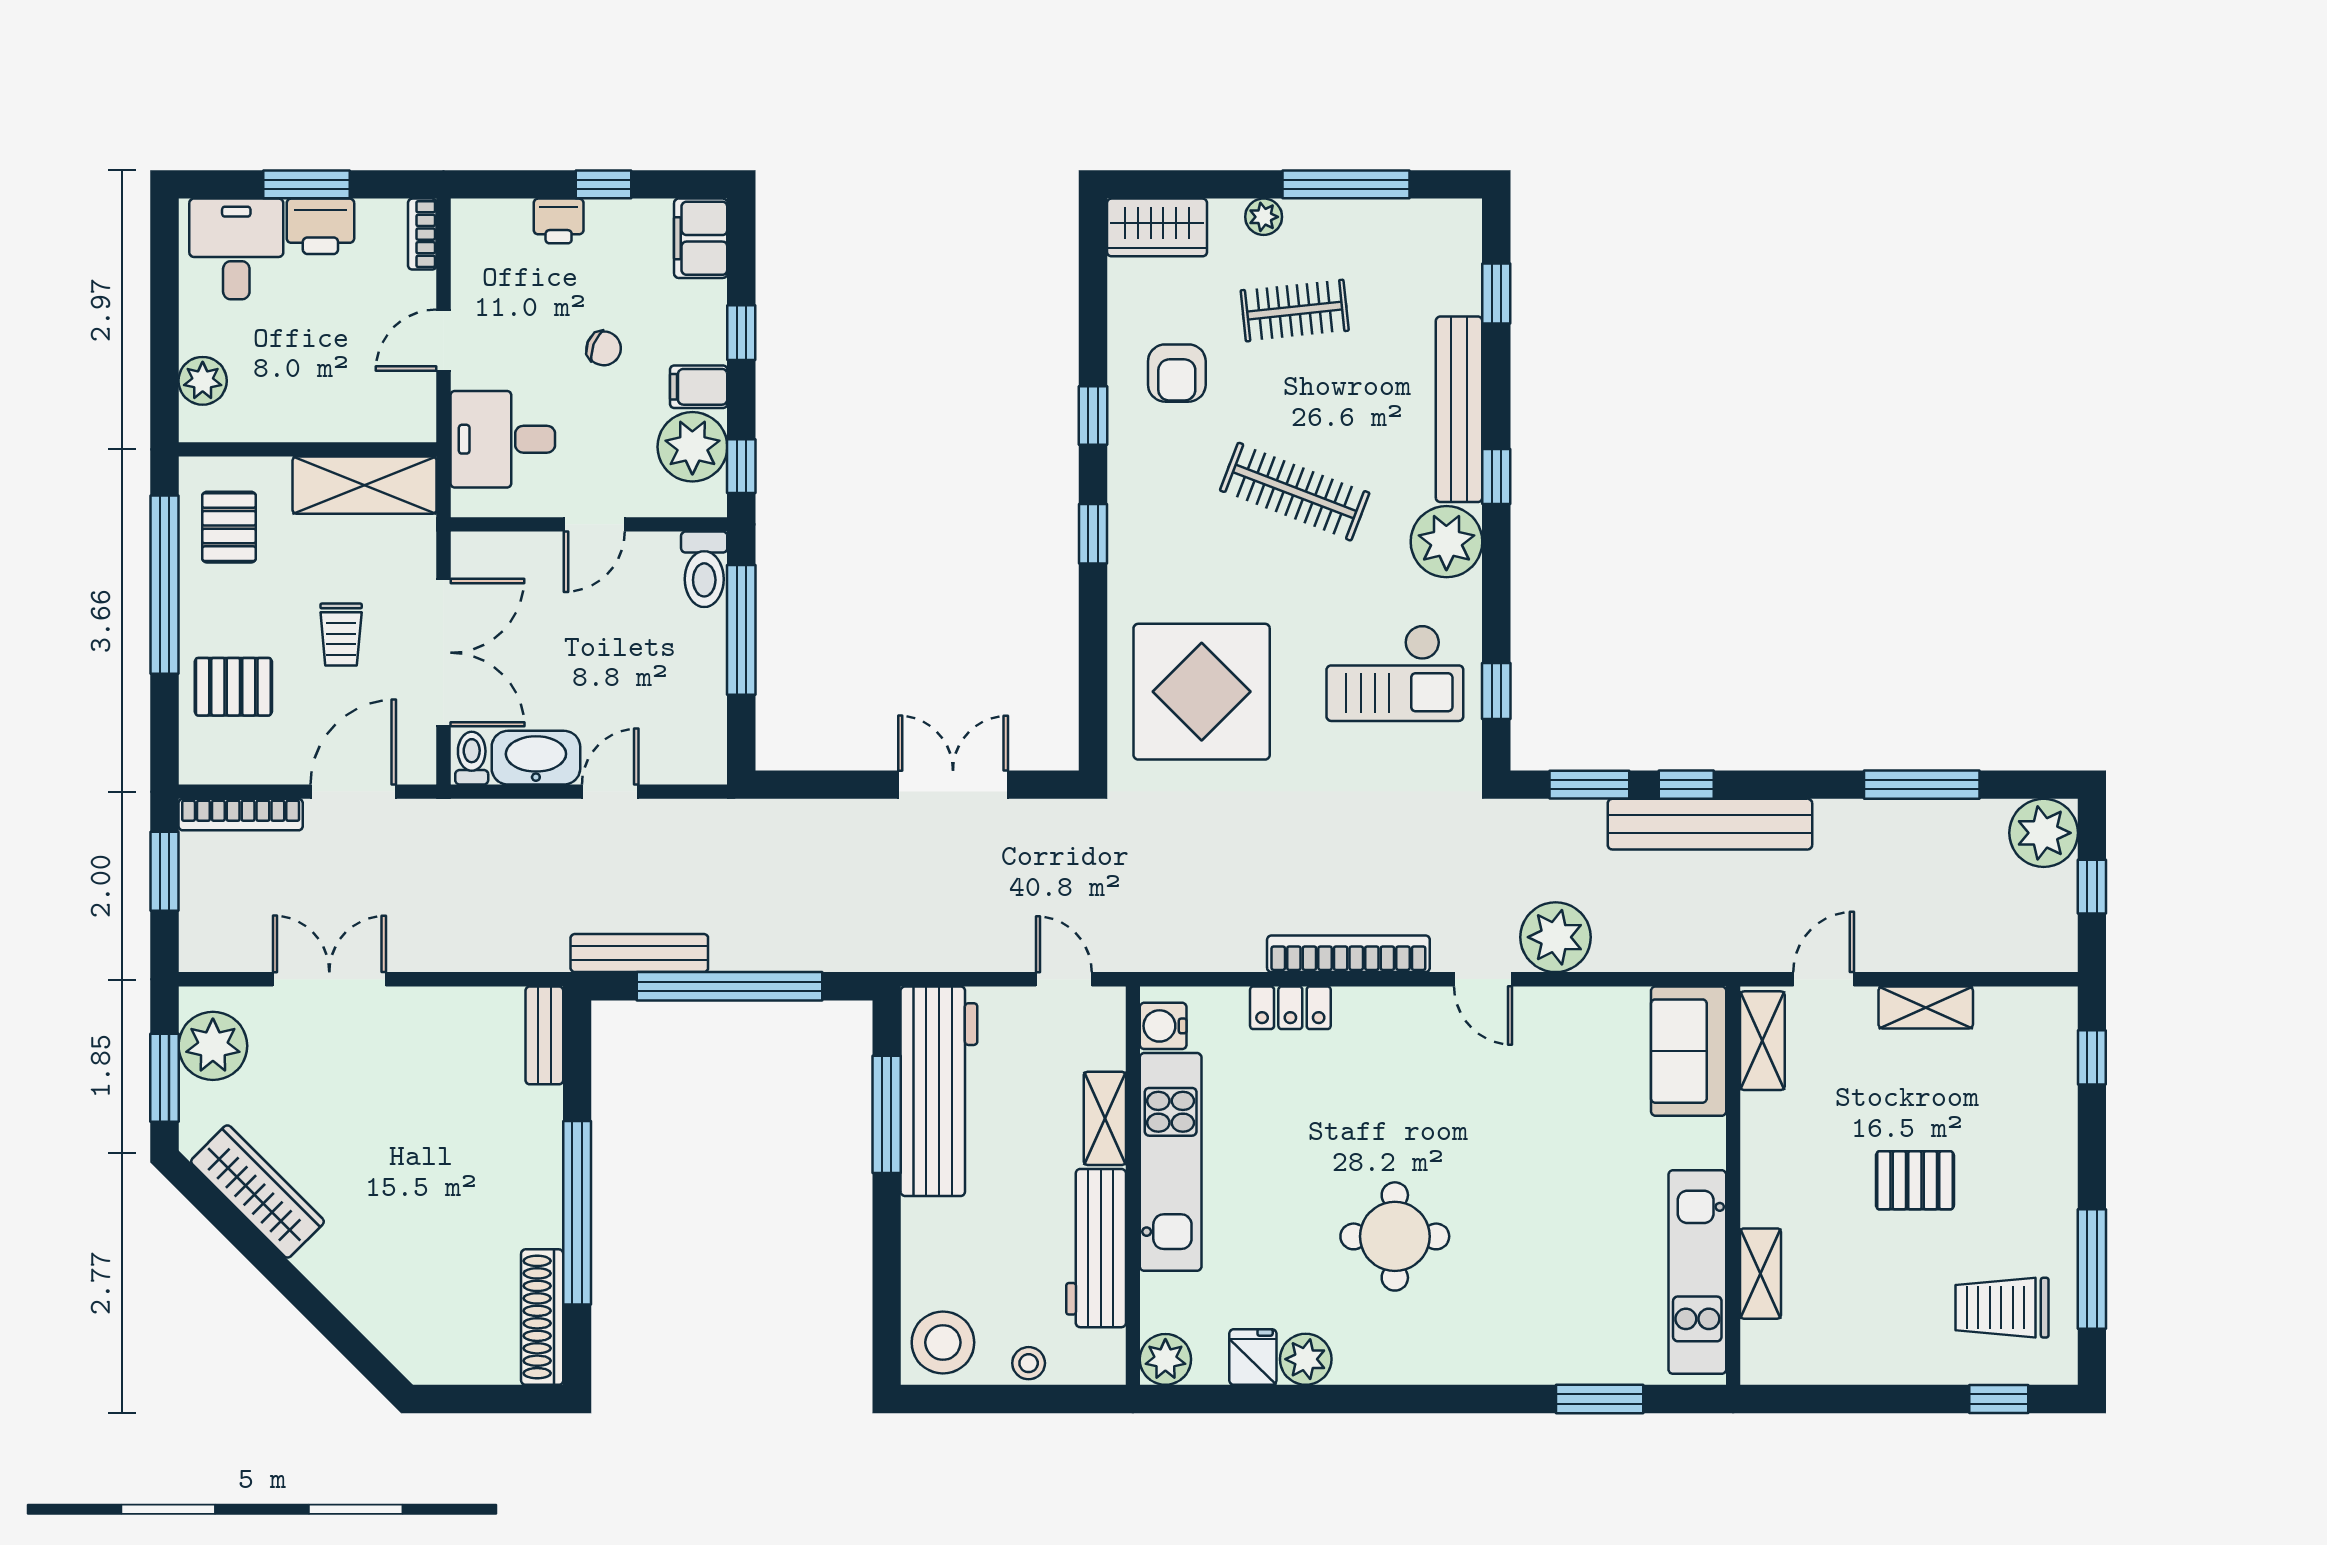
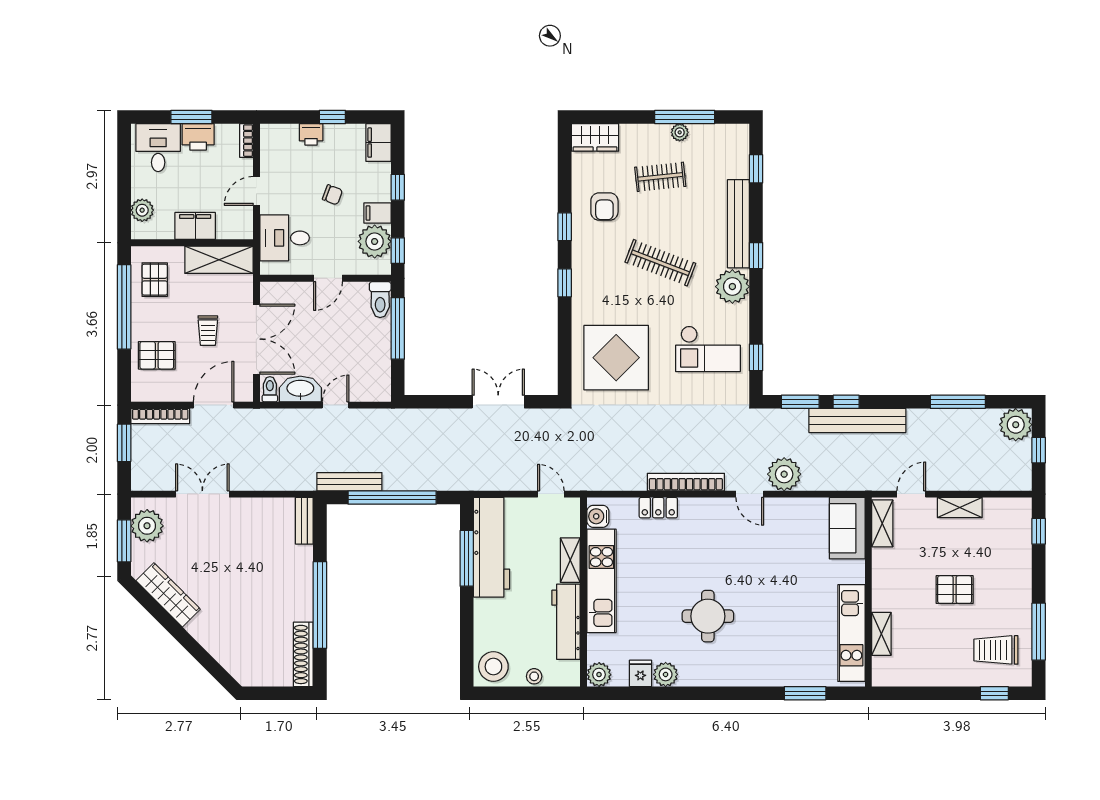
plant: (1264, 217) -> (680, 132), moved
filing cabinet: (314, 414) -> (195, 226), added

